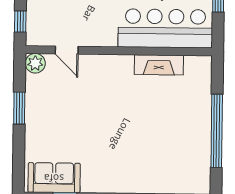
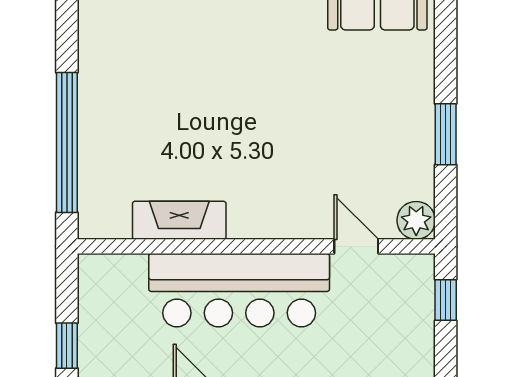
bar counter: (165, 28) -> (239, 290), moved
window: (217, 131) -> (67, 142), moved

